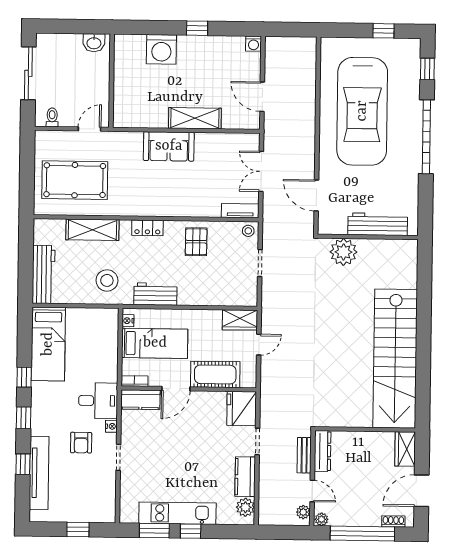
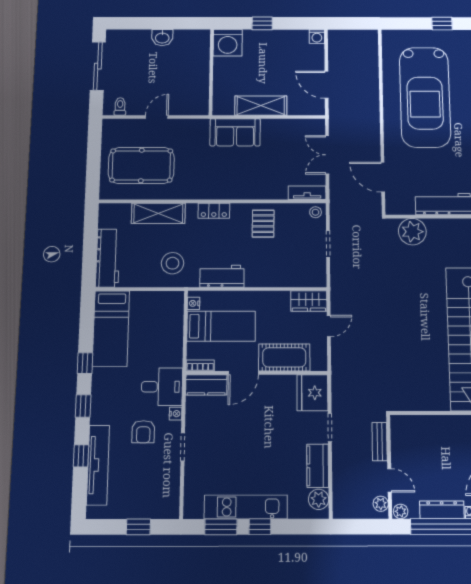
wall: (112, 81) -> (211, 72), moved
dresser: (323, 451) -> (442, 510), moved, turned -90

